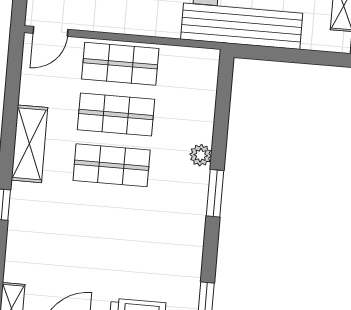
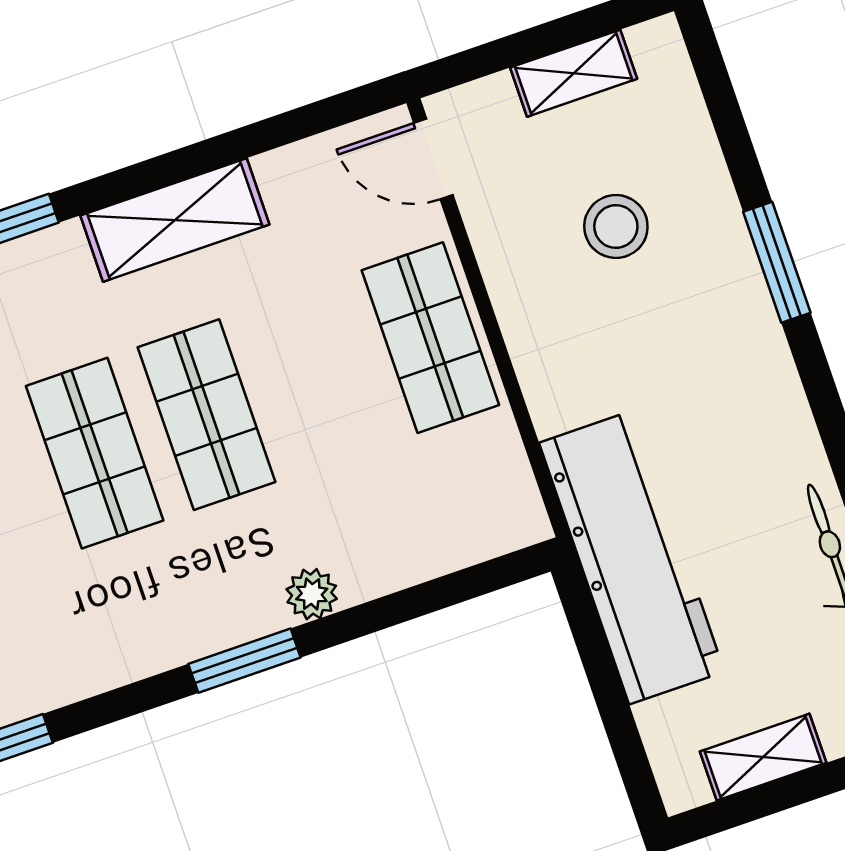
shop shelf: (116, 115) -> (95, 453), moved

